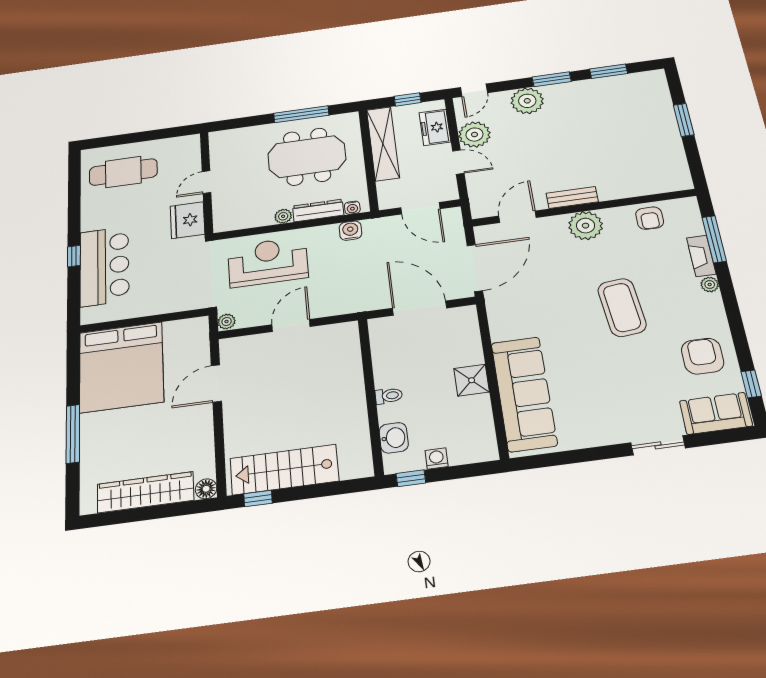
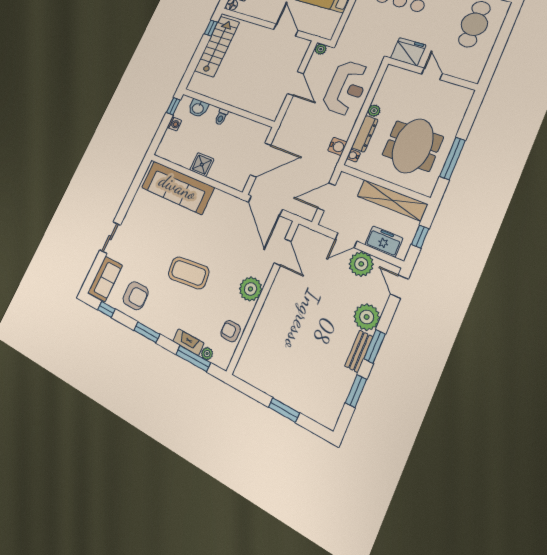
bench: (572, 198) -> (359, 351), moved
plant: (710, 285) -> (207, 354), moved
window: (733, 312) -> (147, 332), added

